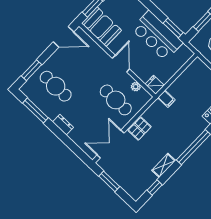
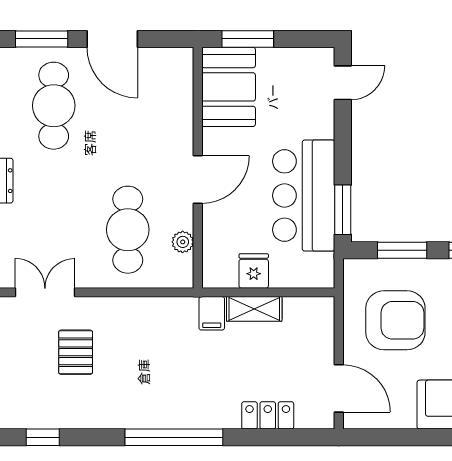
door: (63, 37) -> (112, 39), moved
fridge: (155, 85) -> (254, 271), moved
pallet: (140, 129) -> (76, 352), moved, turned 90
double door: (111, 144) -> (45, 292), width x0.73
shelving: (164, 165) -> (254, 309), moved

